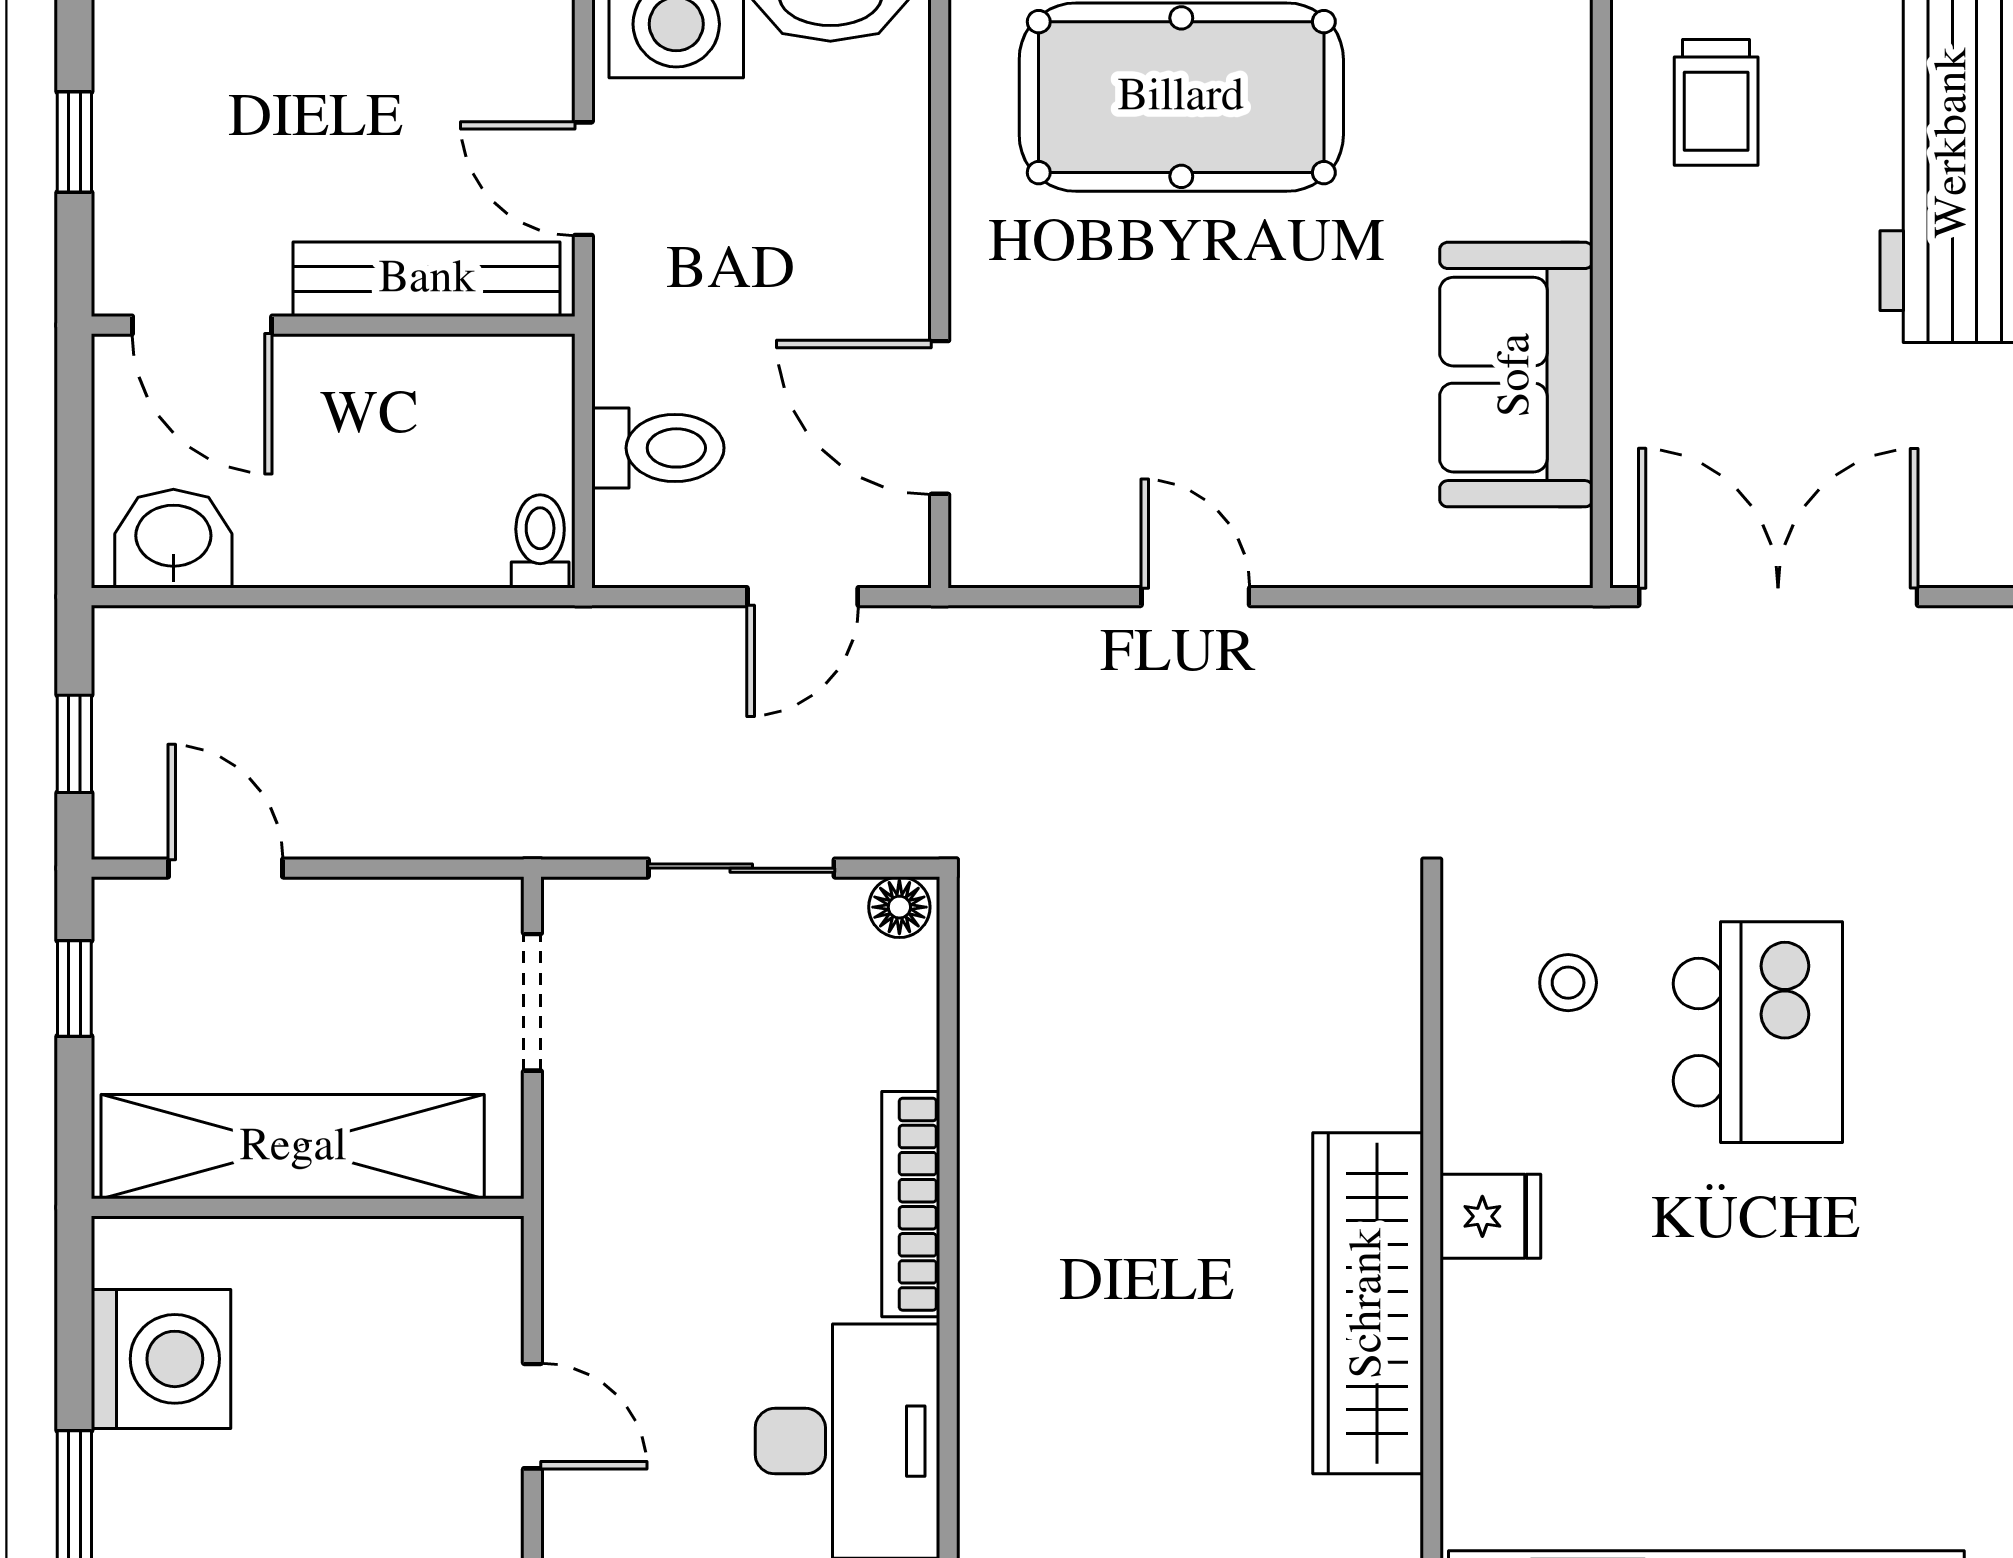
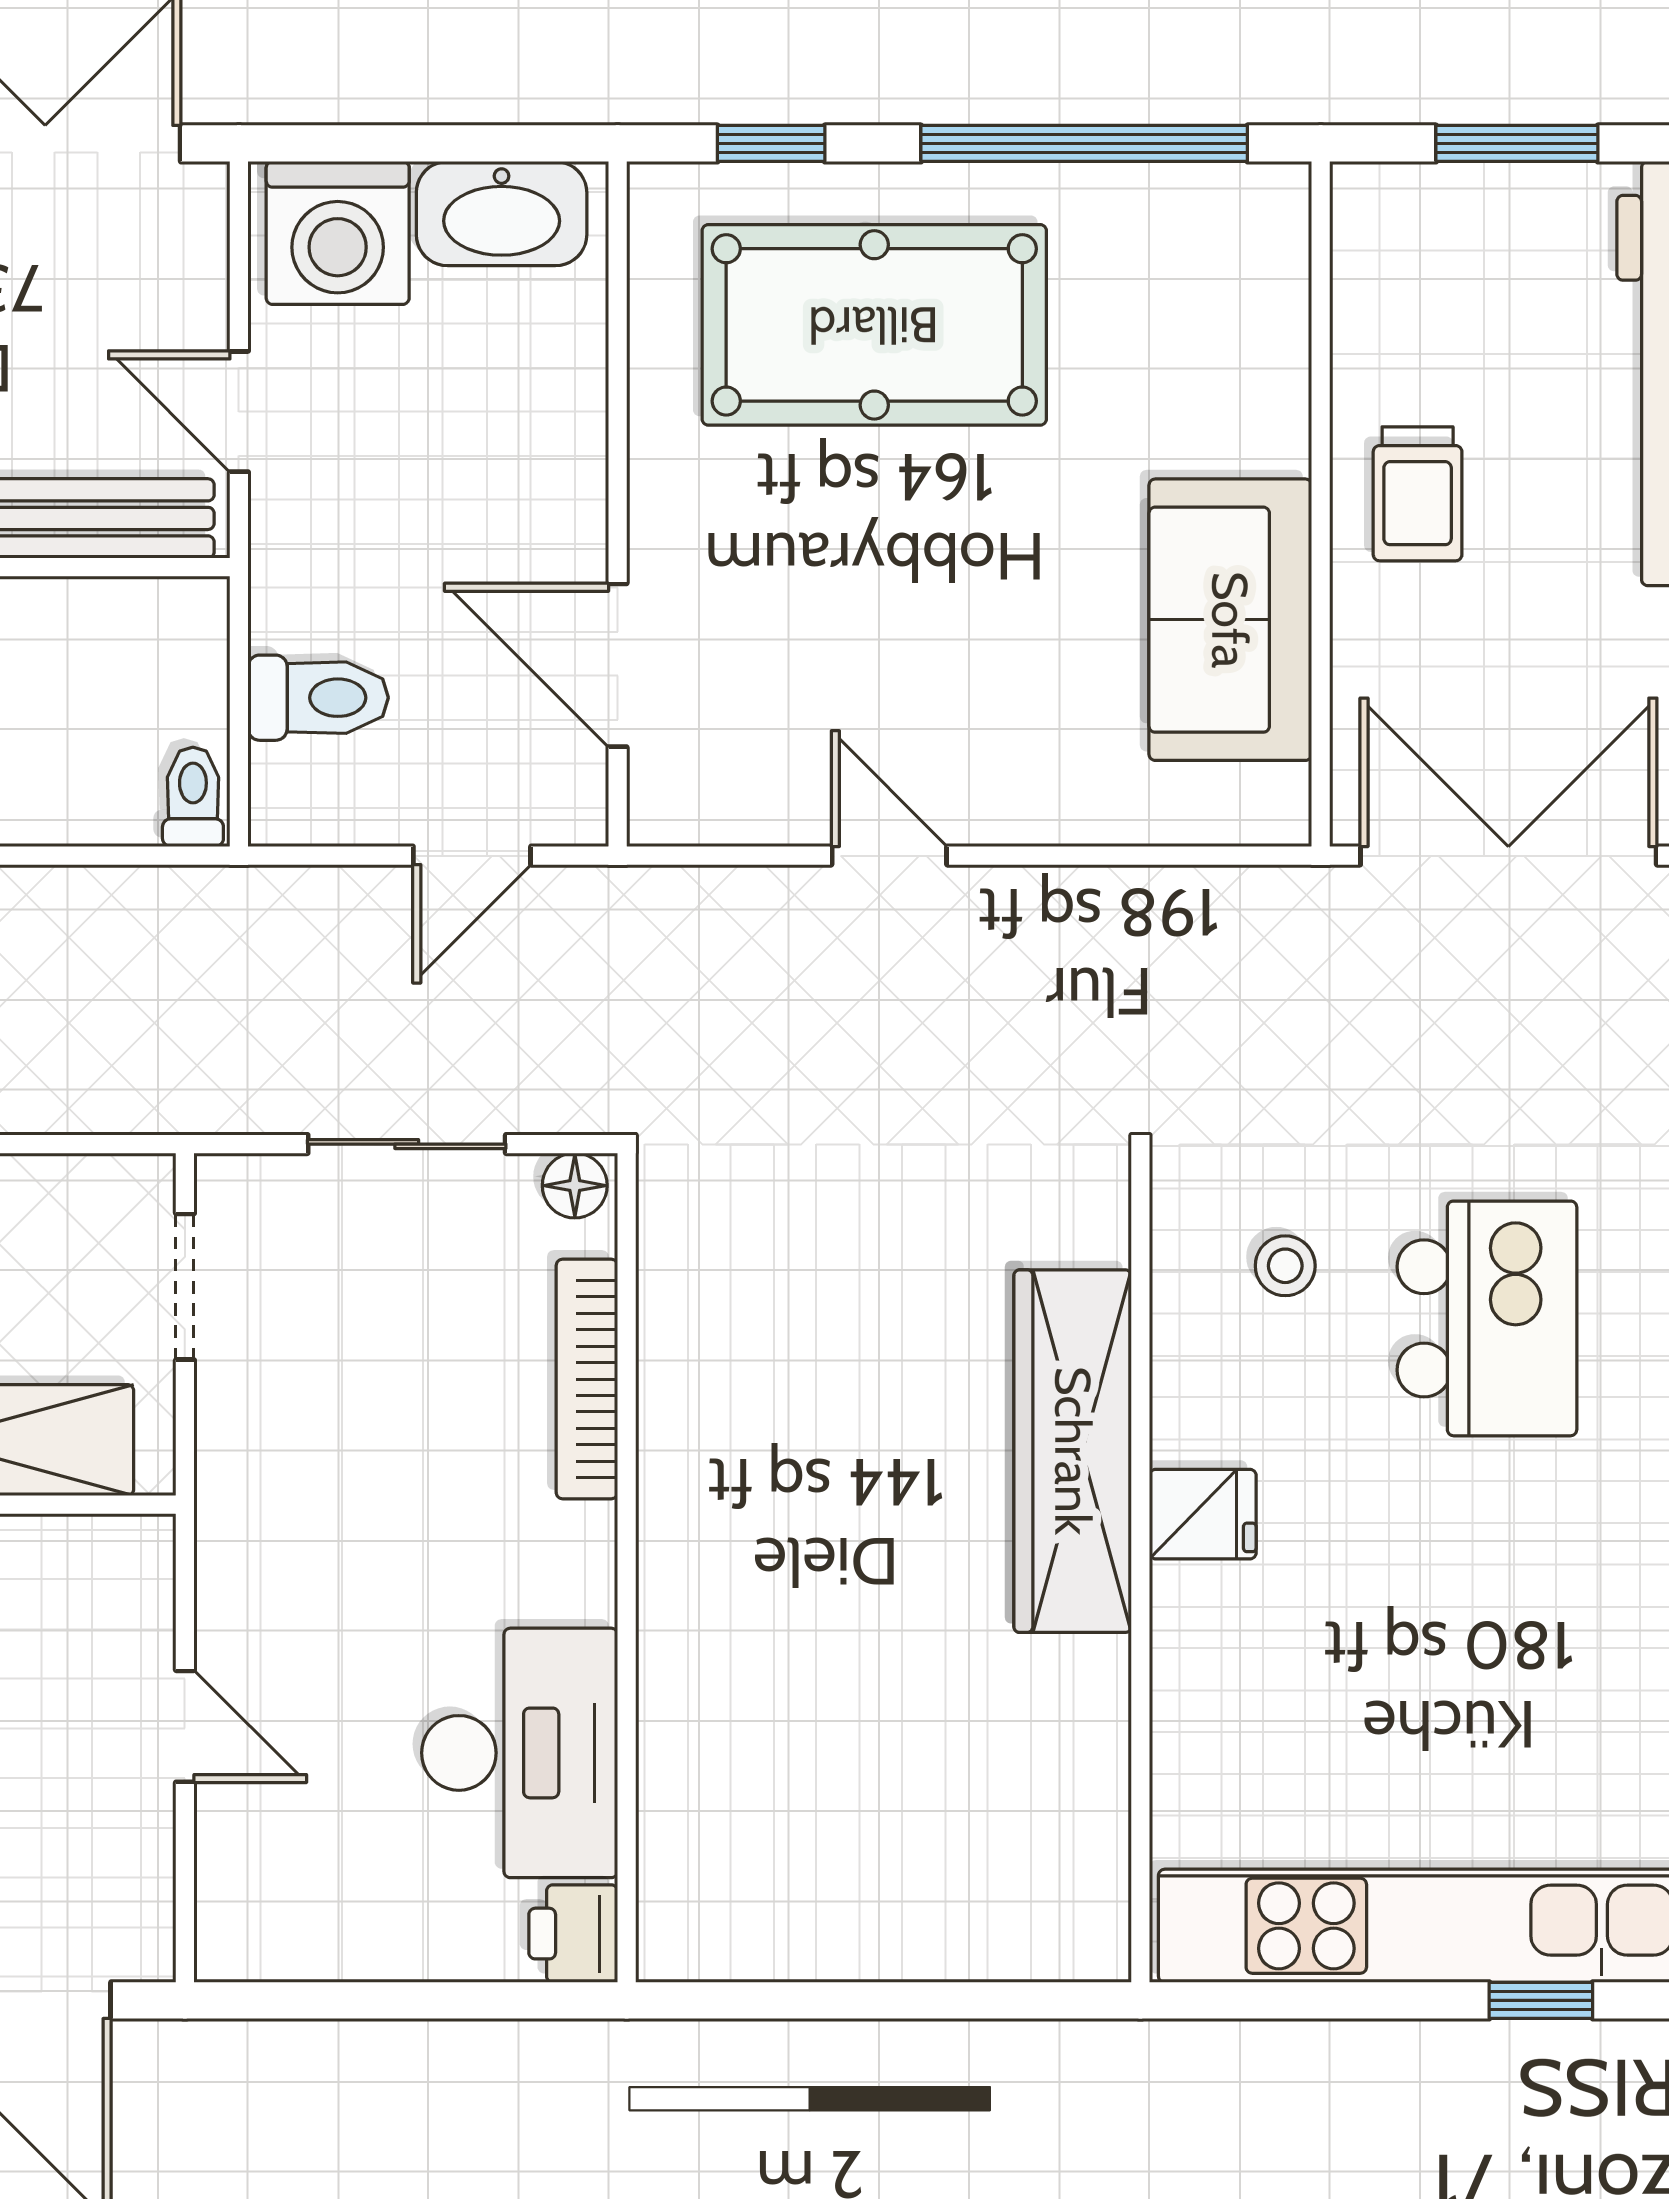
trolley: (1716, 102) -> (1418, 494), moved
bookcase: (911, 1204) -> (587, 1379), moved
wardrobe: (1368, 1303) -> (1073, 1451), moved

